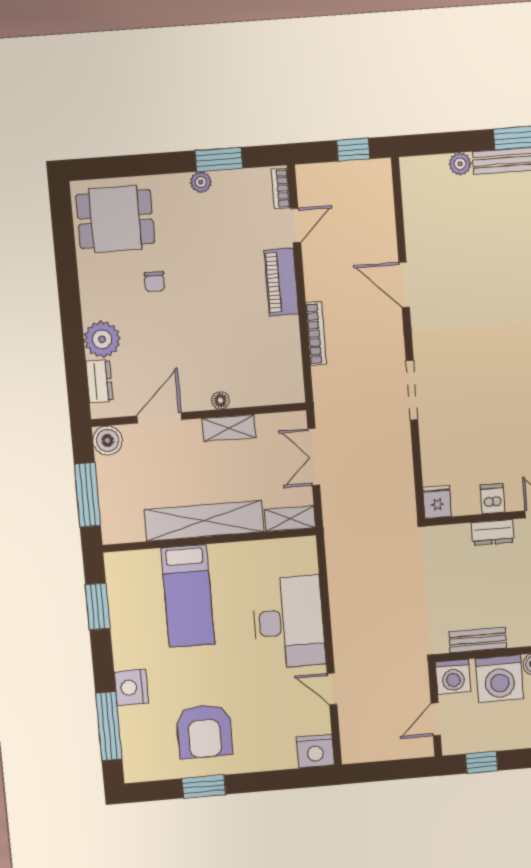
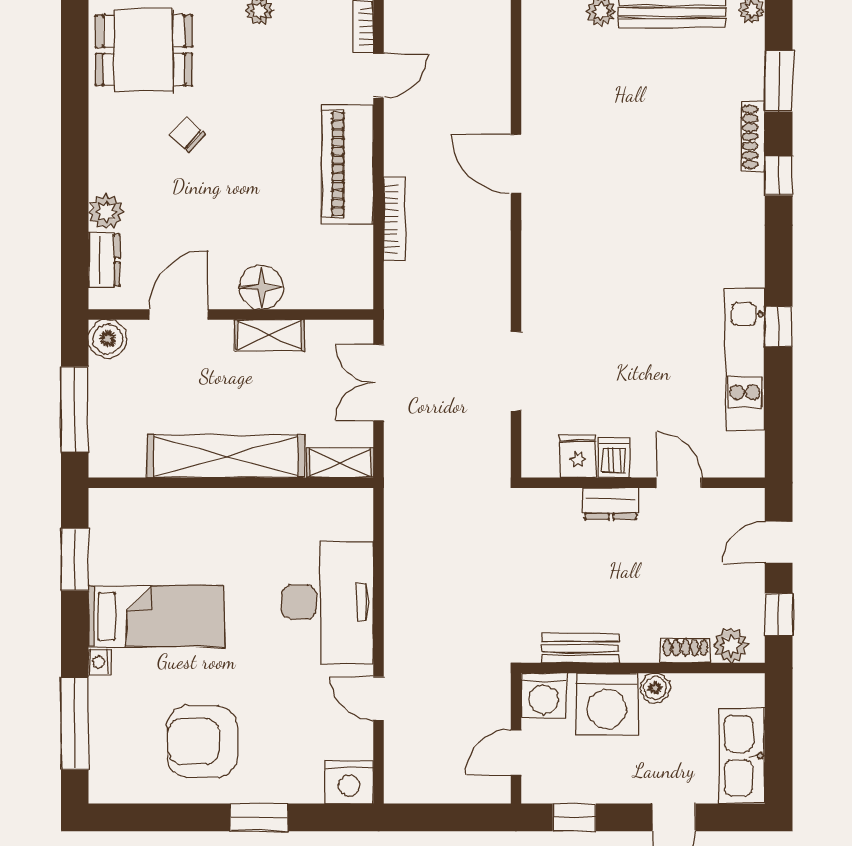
chair: (155, 281) -> (188, 135), turned 132
piano: (281, 282) -> (348, 164), width x1.37, depth x1.33
plant: (102, 339) -> (106, 212), width x0.73, depth x0.73
doorway: (412, 390) -> (516, 371), moved
floor lamp: (221, 400) -> (261, 287), width x1.89, depth x1.89
fridge: (437, 502) -> (578, 456), moved
bed: (188, 596) -> (156, 616), moved, turned -90
nightstand: (131, 687) -> (100, 662), width x0.53, depth x0.56
armchair: (204, 731) -> (202, 741), turned 90
window: (204, 786) -> (259, 817), moved

